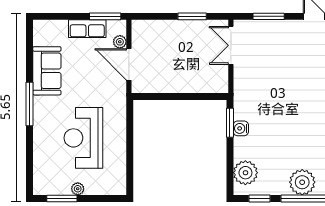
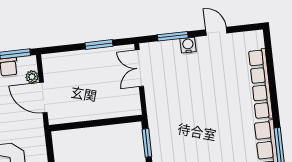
water cooler: (241, 128) -> (188, 45), moved, turned 90

